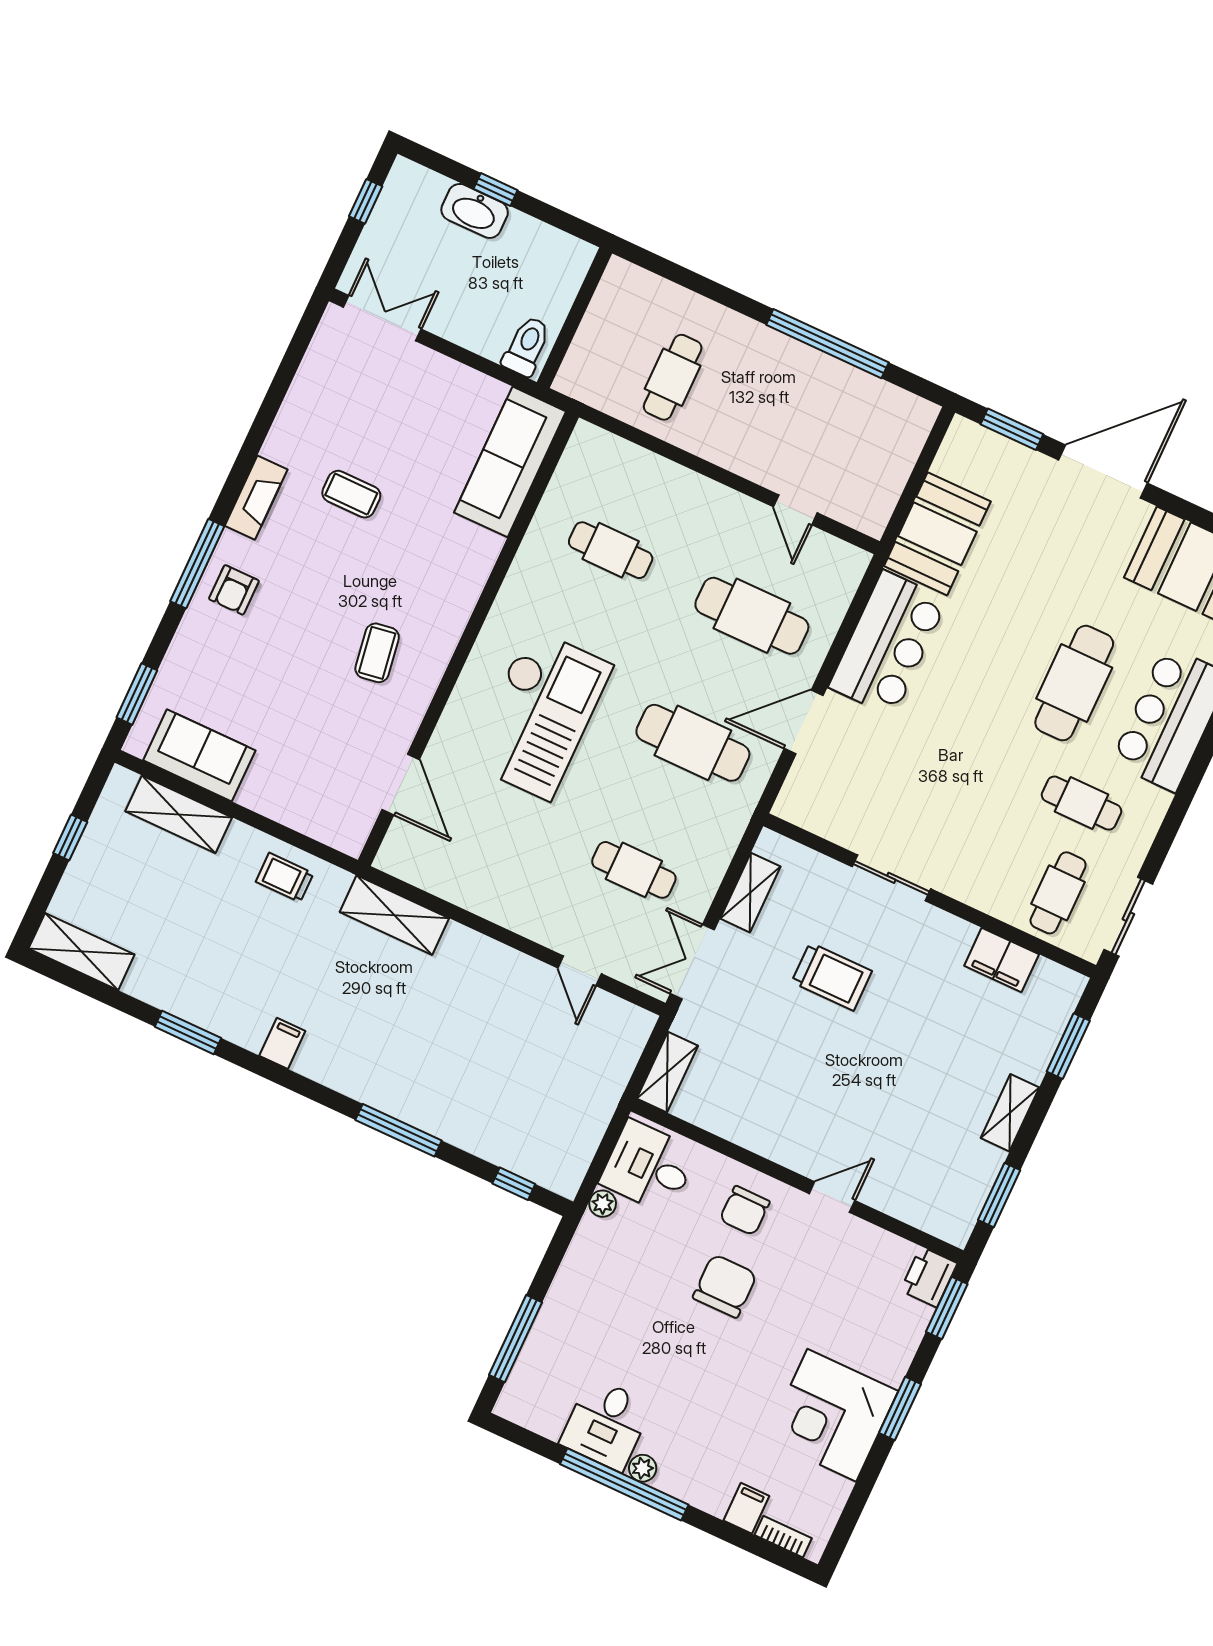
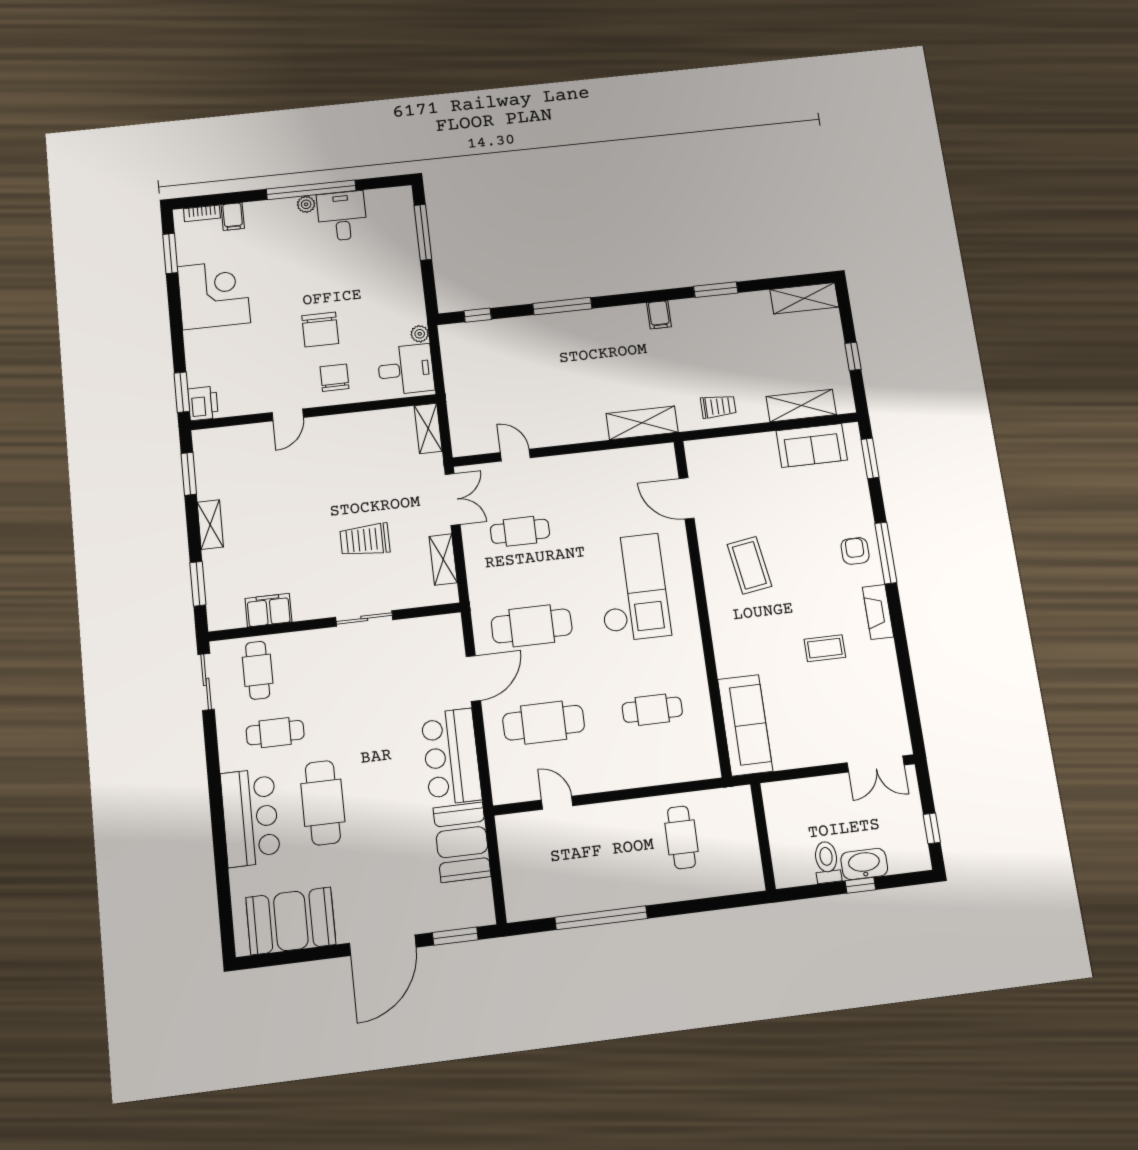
toilet: (527, 346) -> (827, 862), moved, turned 180
coffee table: (377, 653) -> (749, 565), width x1.36, depth x1.30
checkout: (540, 714) -> (632, 588), turned 180
window: (900, 1408) -> (170, 253), moved

